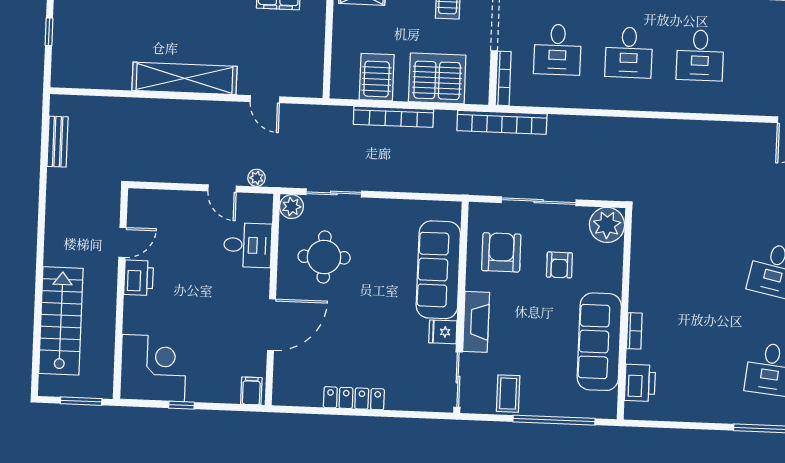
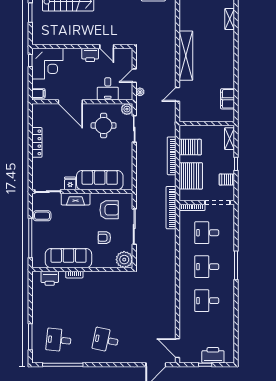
door: (122, 242) -> (107, 47), moved
printer: (139, 278) -> (90, 55), moved
wall: (120, 294) -> (82, 47), moved
corner desk: (153, 368) -> (47, 64), moved

